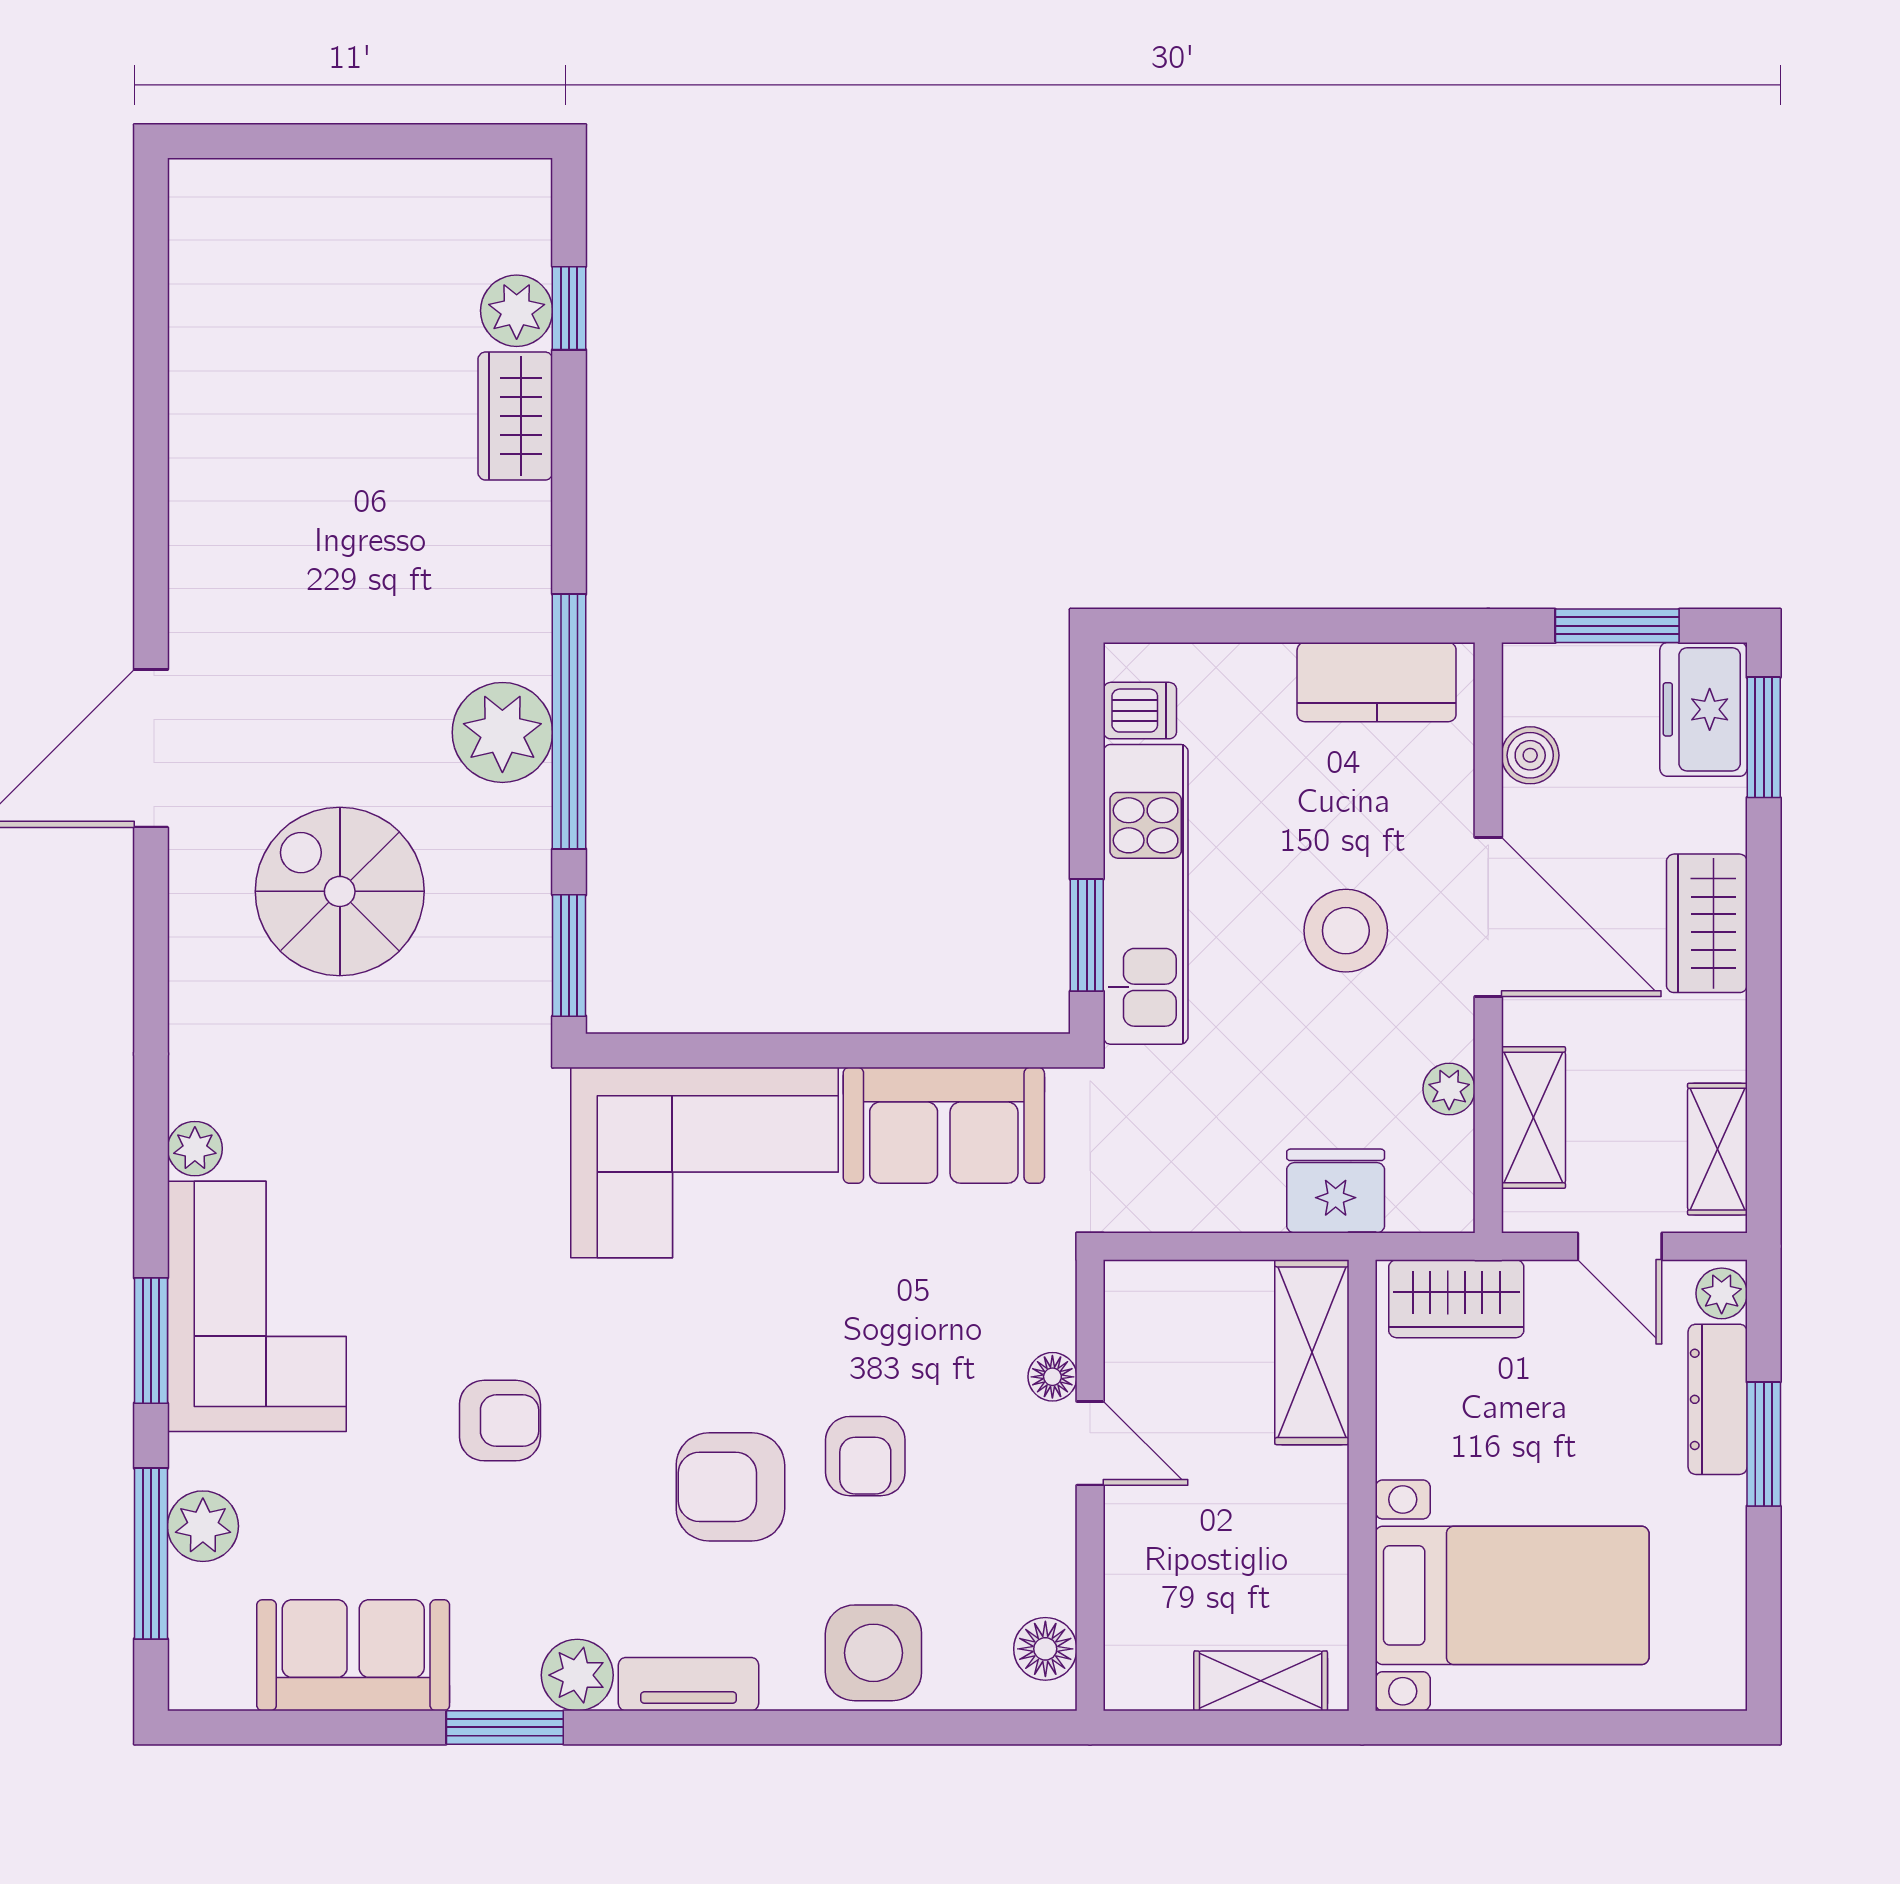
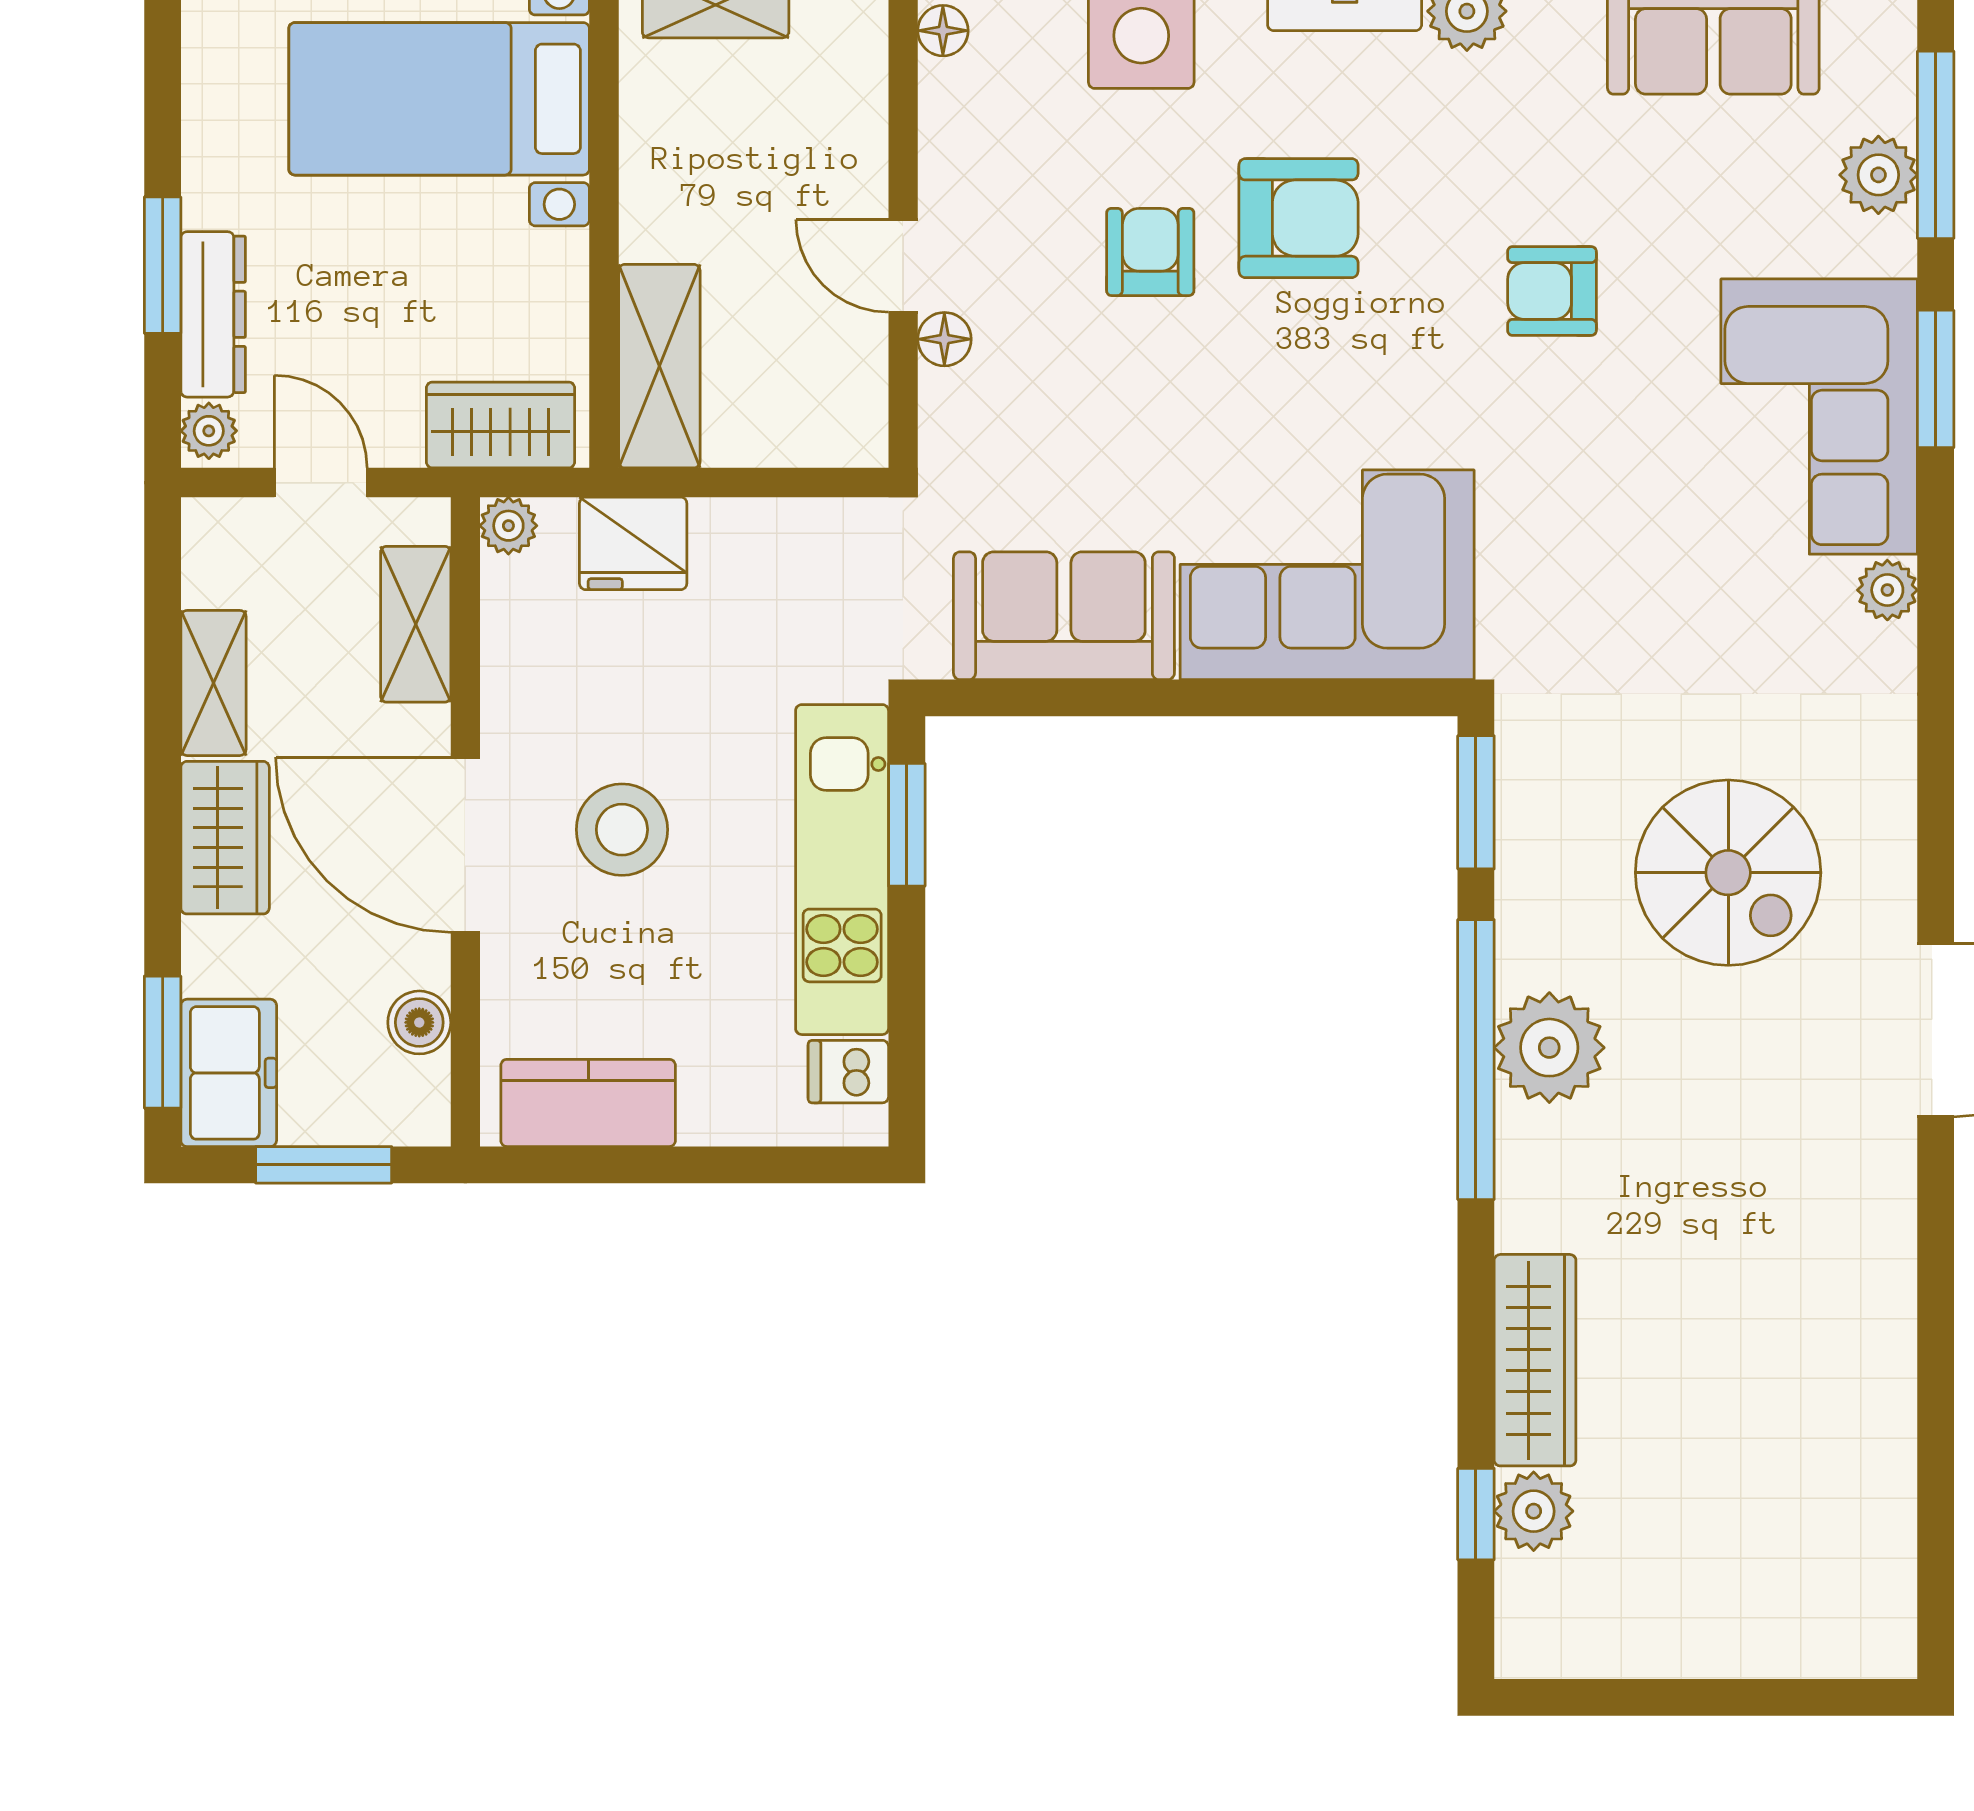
wardrobe: (515, 416) -> (1535, 1360), width x1.50
plant: (1449, 1089) -> (508, 526), moved
shelving: (1717, 1149) -> (213, 683), moved
floor lamp: (1045, 1649) -> (943, 31), width x0.73, depth x0.73

